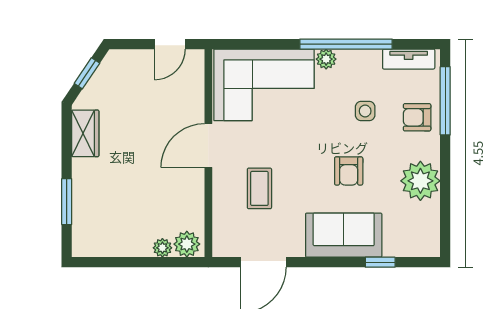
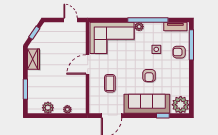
door: (170, 44) -> (71, 20), swing flipped
plant: (420, 181) -> (181, 105), moved
sofa: (344, 235) -> (147, 104), width x1.36
plant: (187, 244) -> (48, 108), moved

